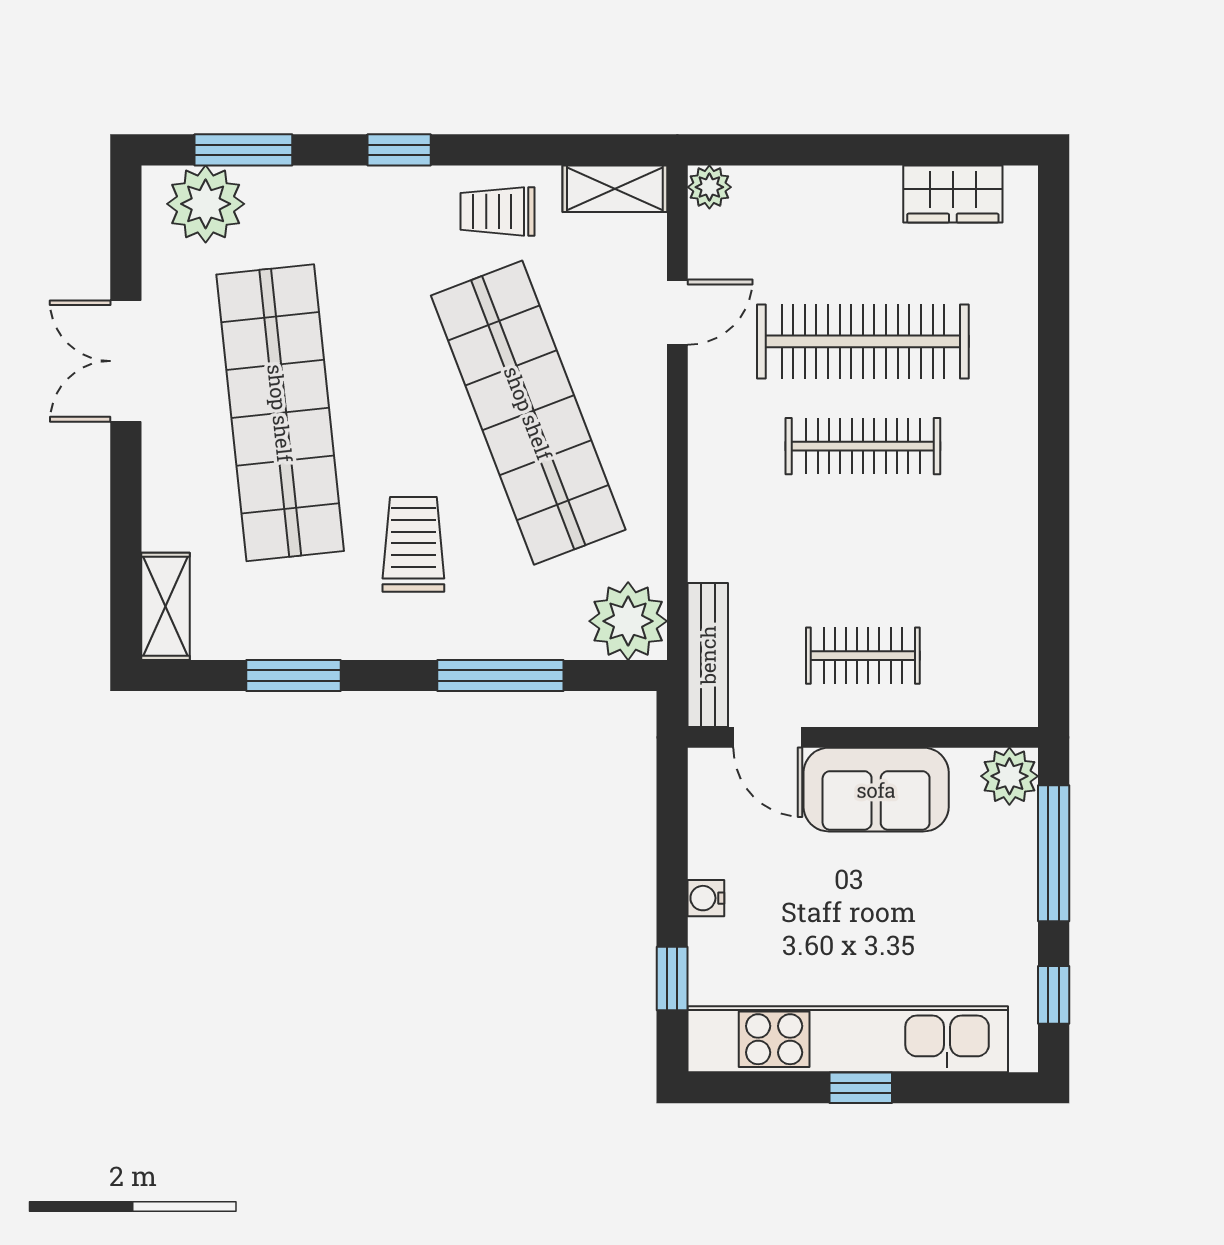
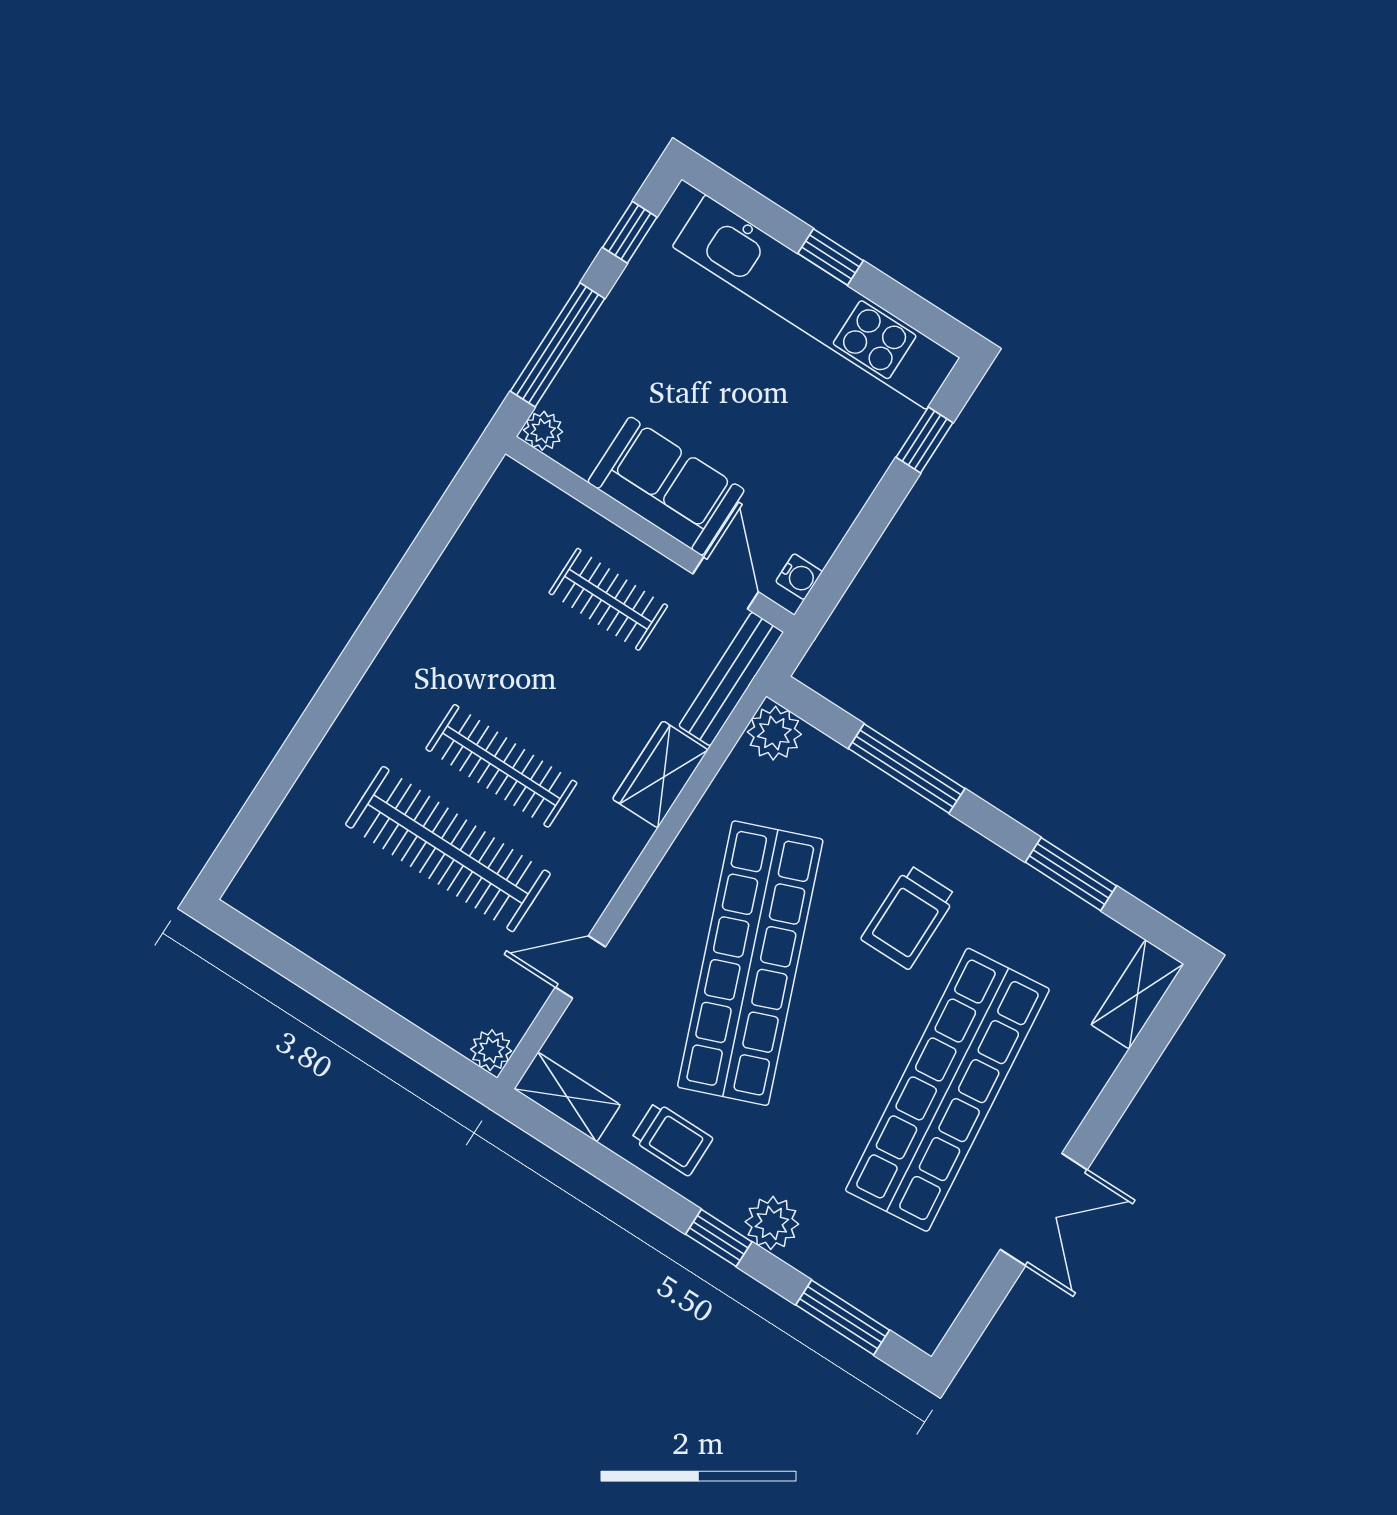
wardrobe: (953, 194) -> (660, 774), moved, turned -90
plant: (206, 204) -> (772, 1223), moved, width x0.73, depth x0.73
plant: (628, 621) -> (774, 733), width x0.73, depth x0.73
plant: (1009, 776) -> (543, 431), width x0.73, depth x0.73
water cooler: (706, 898) -> (799, 577), moved

